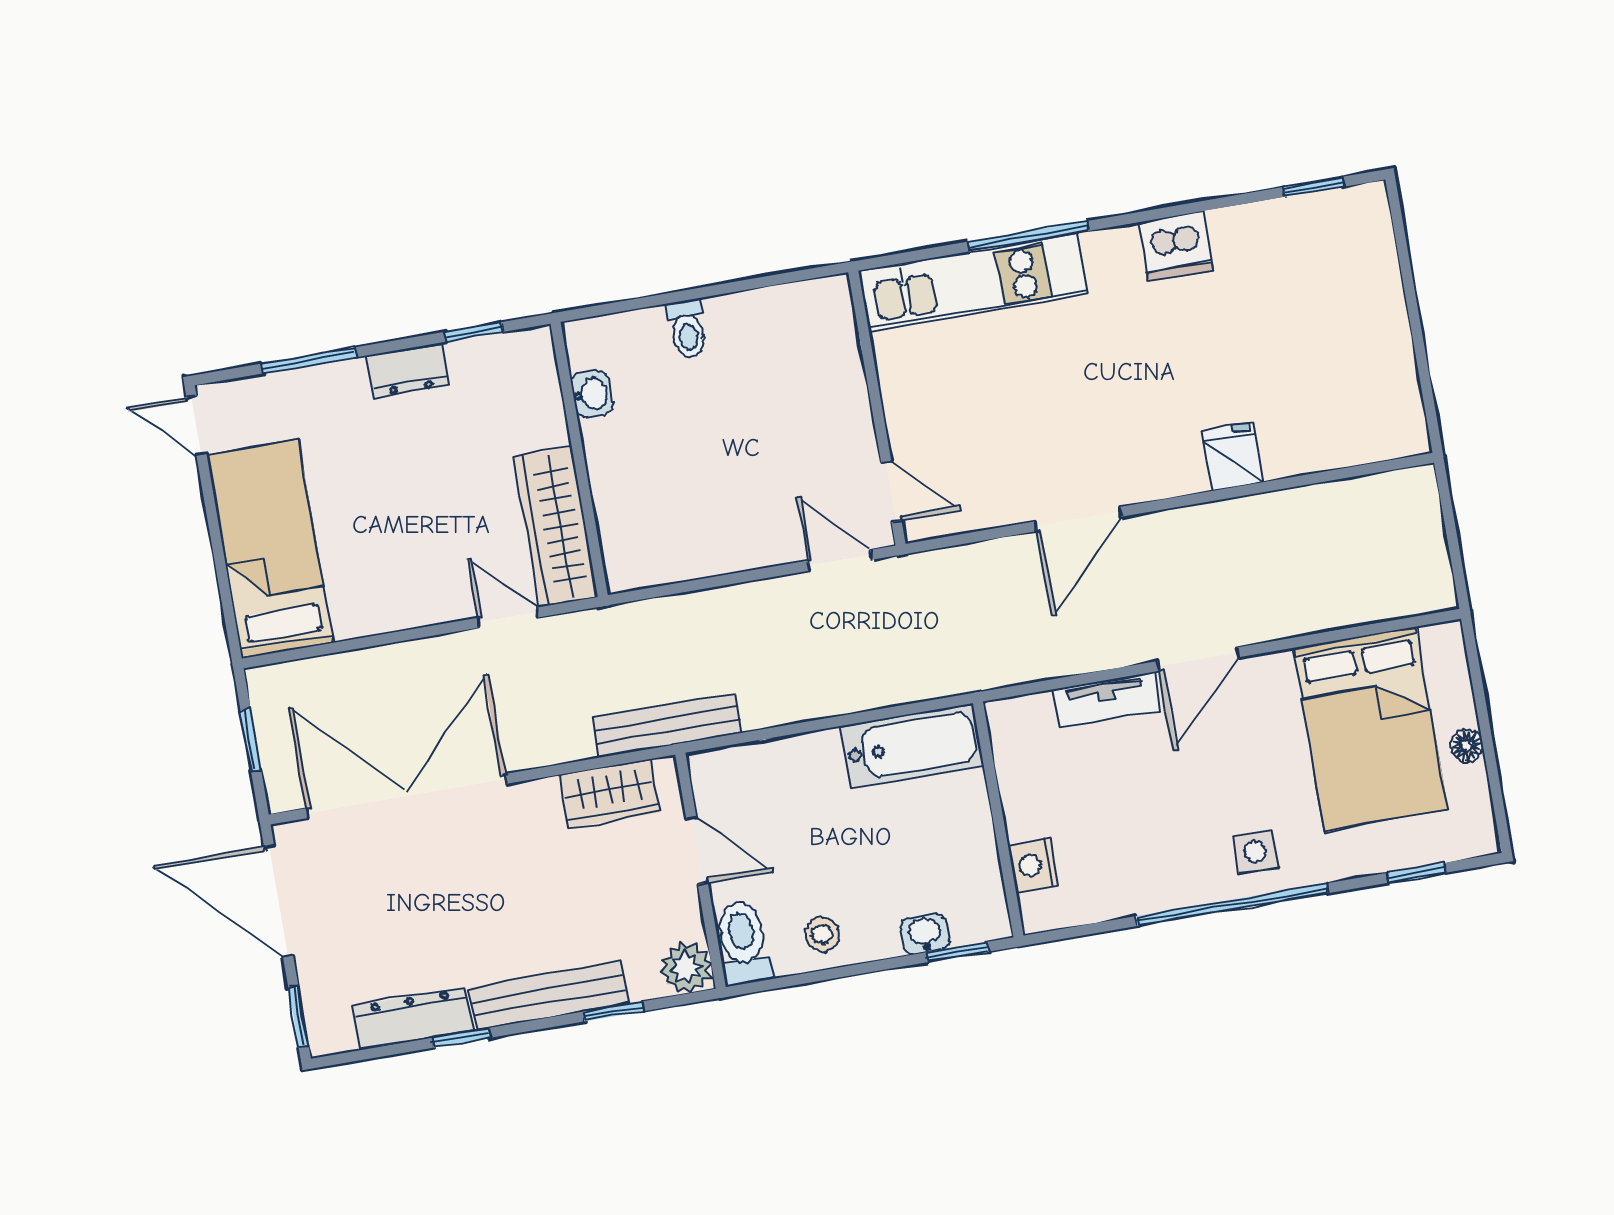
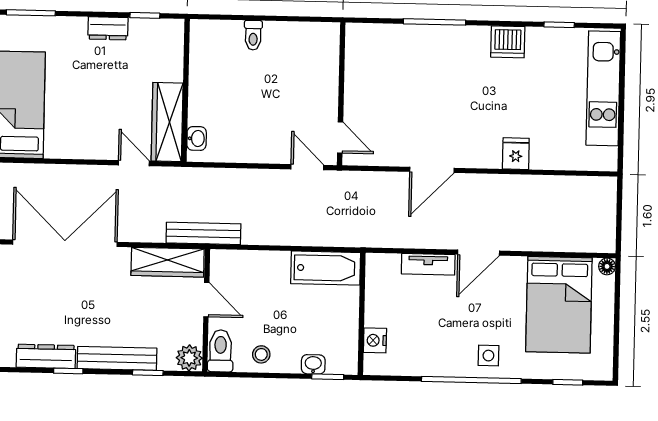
window: (1313, 187) -> (559, 25), moved
kitchen unit: (973, 282) -> (603, 88), moved, turned 90
window: (309, 360) -> (31, 13), moved
washbasin: (592, 394) -> (197, 138), moved
floor lamp: (1467, 746) -> (607, 266), moved
wardrobe: (609, 794) -> (168, 262), width x1.50

